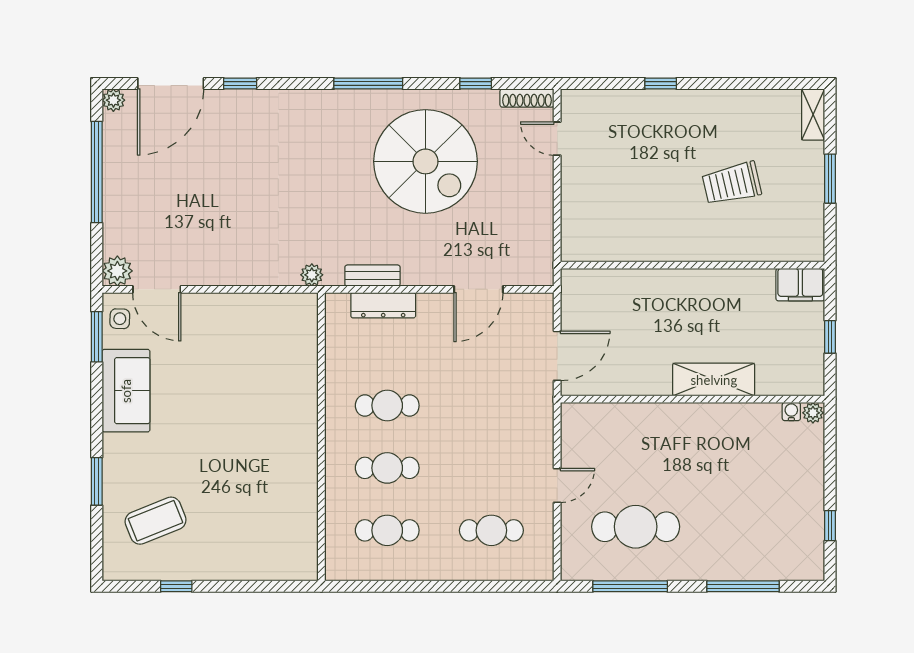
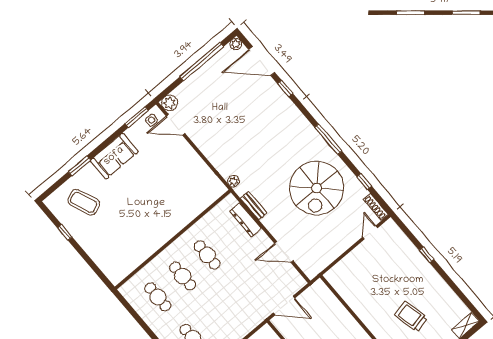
door: (157, 289) -> (176, 125), hinge flipped
sofa: (126, 391) -> (114, 156), moved

